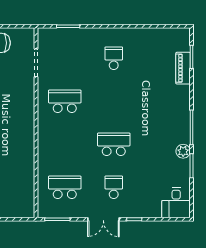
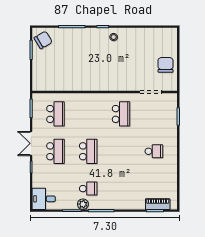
piano: (183, 68) -> (158, 204), moved
school desk: (163, 144) -> (88, 189), added
school desk: (114, 187) -> (55, 151), width x1.85

